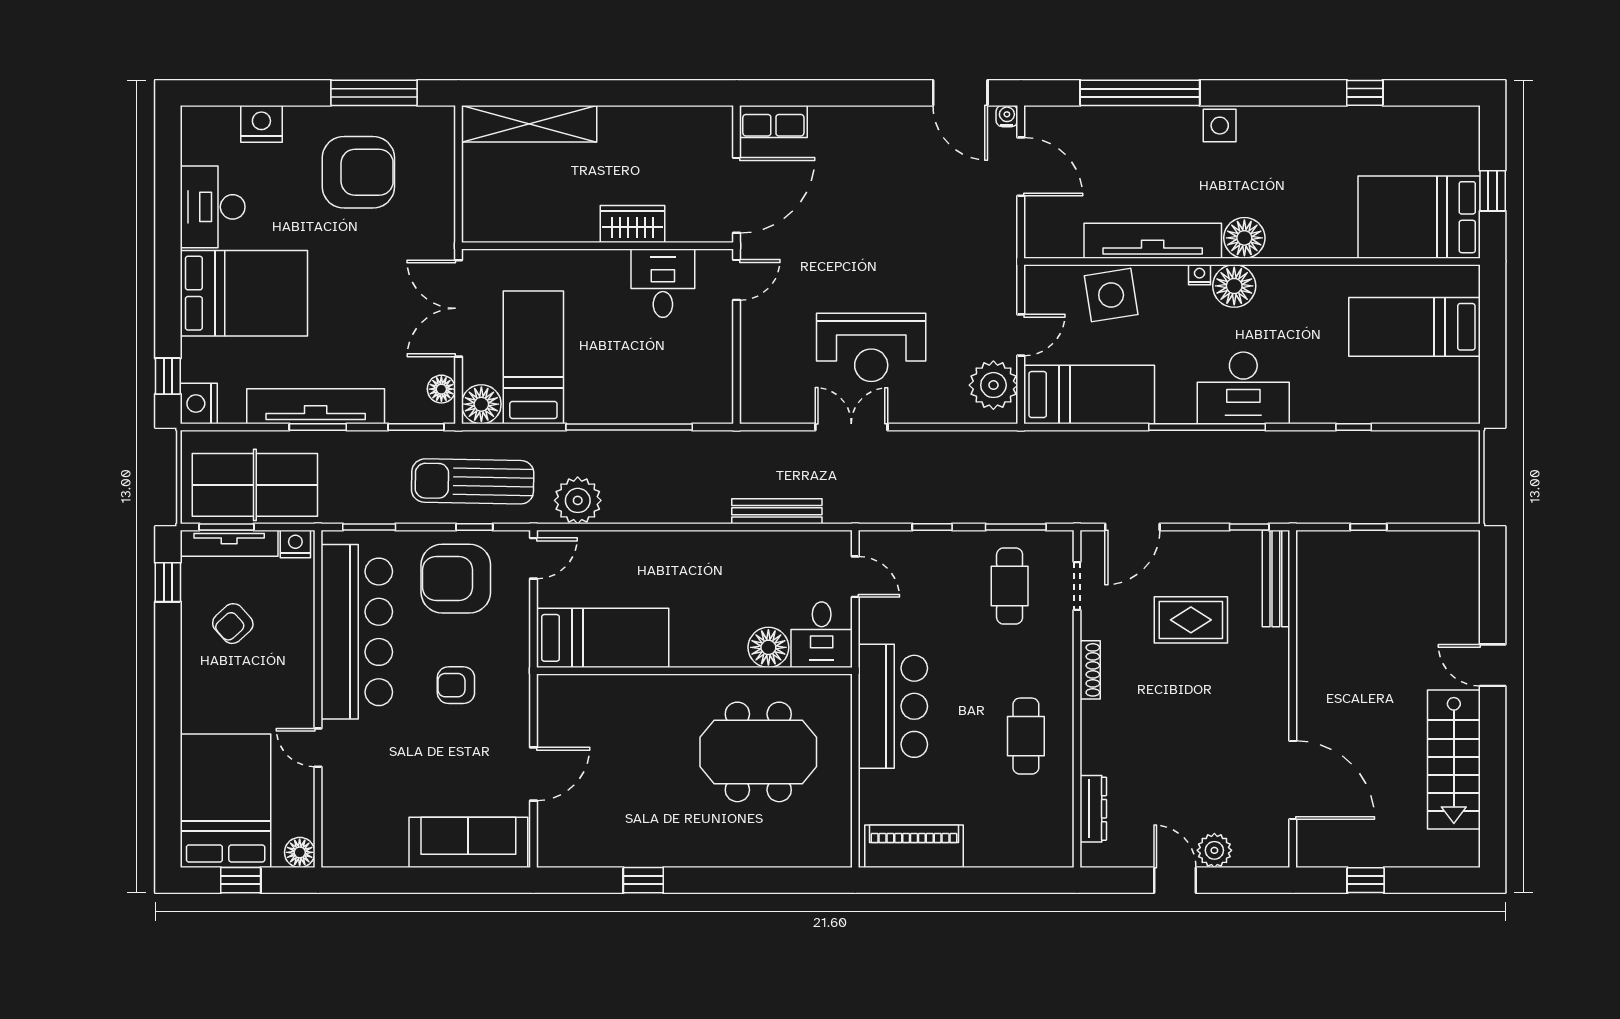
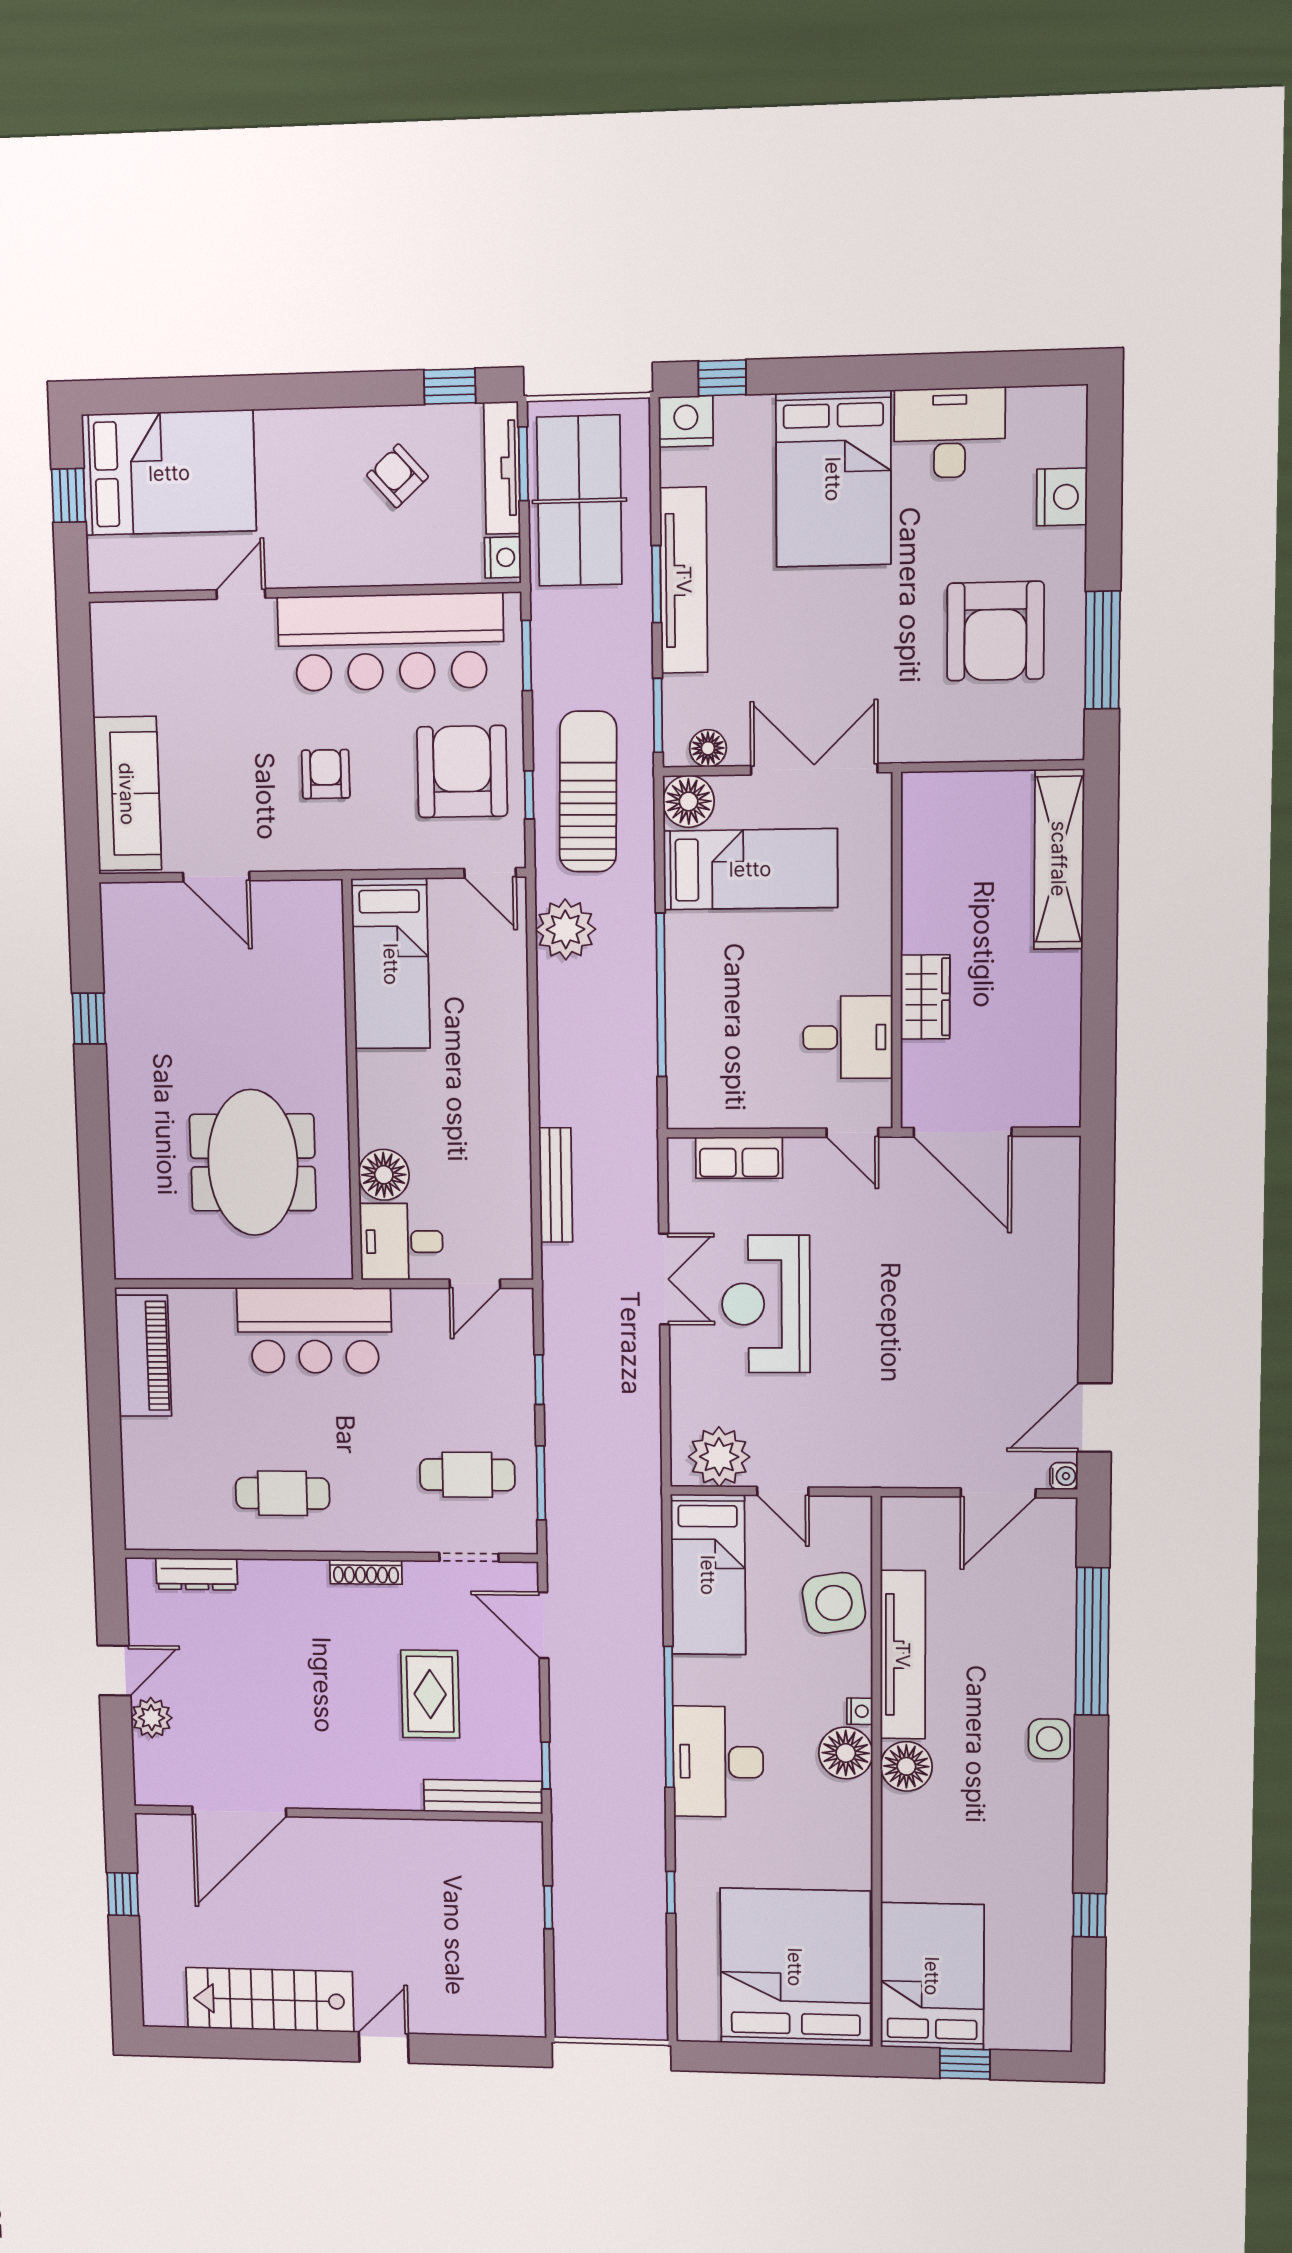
row of seats: (773, 121) -> (739, 1158), moved, turned -90
bed: (1414, 327) -> (795, 1967), width x2.04
floor lamp: (300, 852) -> (107, 573), removed

